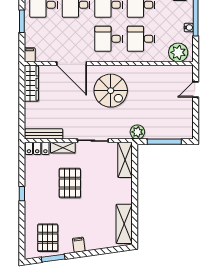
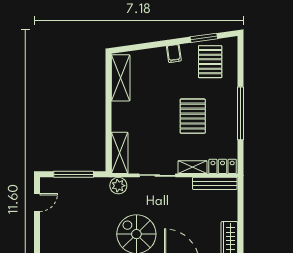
door: (196, 90) -> (37, 202), moved
plant: (137, 132) -> (118, 186), moved
pallet: (70, 183) -> (193, 116), moved
window: (22, 194) -> (241, 113), width x3.17

